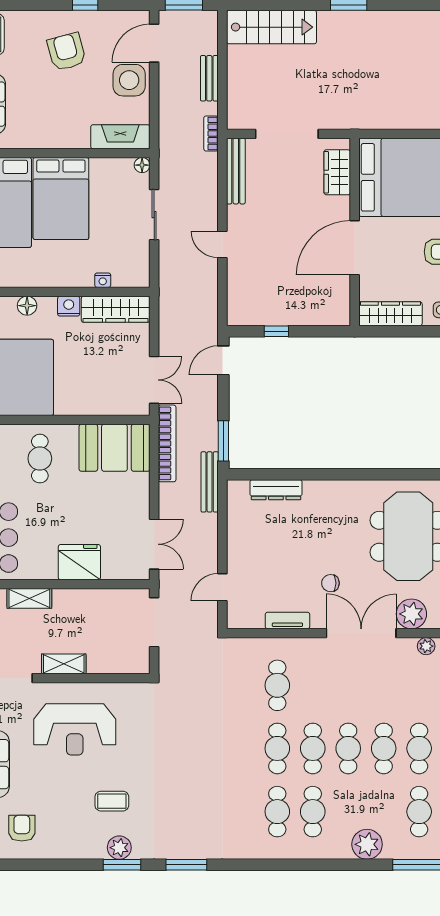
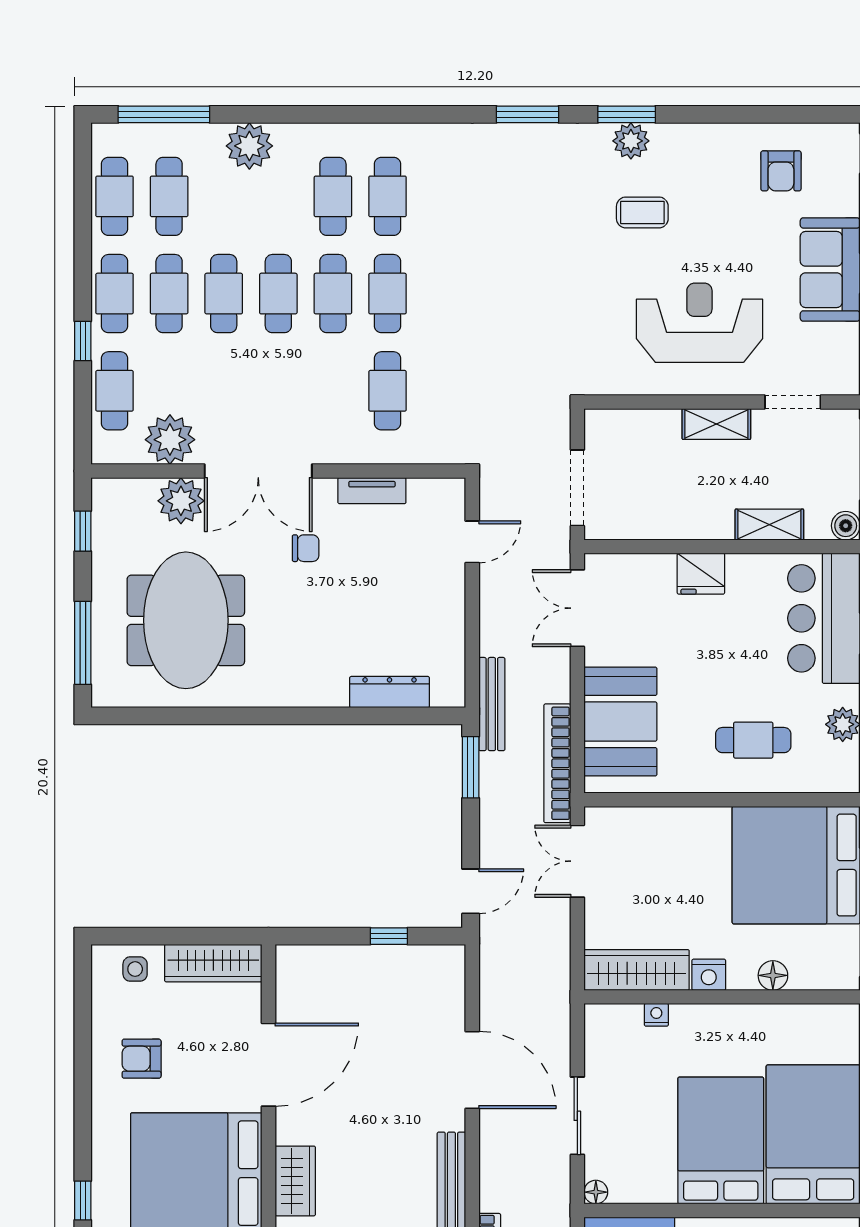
door: (222, 244) -> (472, 1070), width x1.88
booth: (114, 448) -> (620, 722), moved, turned 90
cafe table: (40, 459) -> (753, 740), turned 90
fridge: (79, 562) -> (701, 574), width x0.73, depth x0.75
plant: (426, 646) -> (170, 440), width x1.88, depth x1.88

